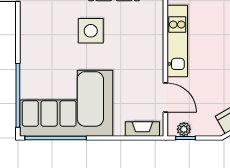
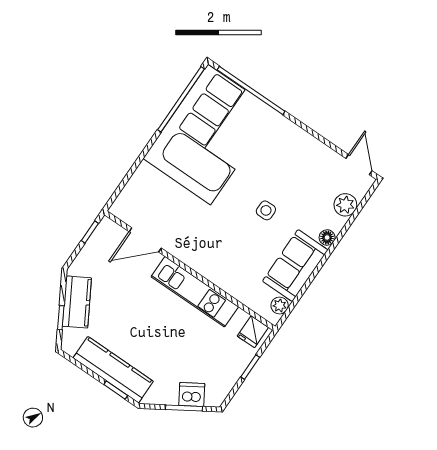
side table: (91, 31) -> (266, 210), width x0.54, depth x0.54
fireplace: (142, 129) -> (129, 194), removed
plant: (184, 129) -> (100, 236), removed

